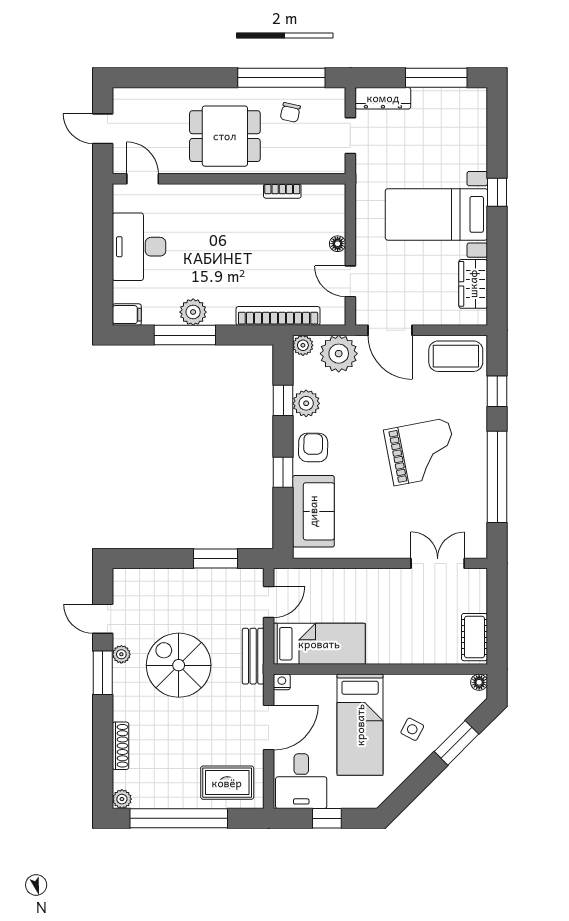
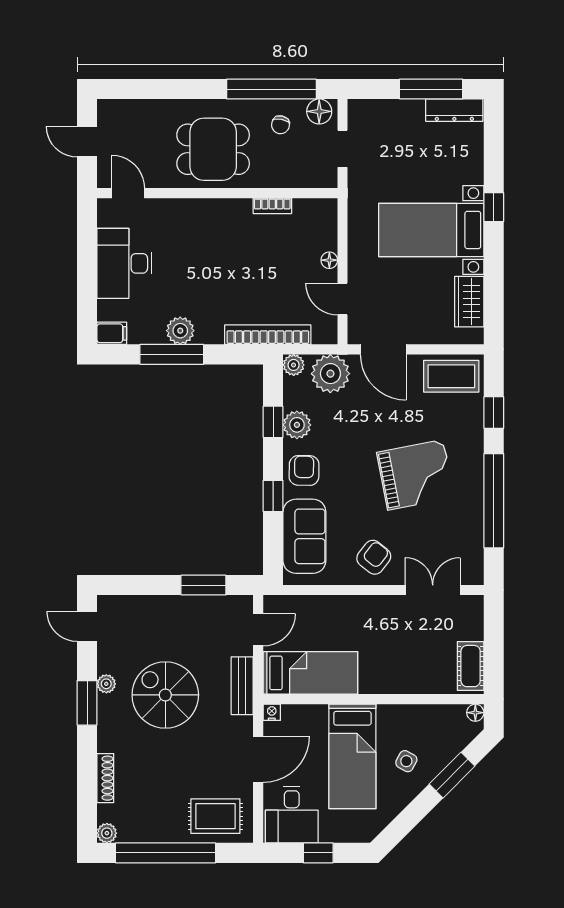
dresser: (383, 98) -> (454, 110), moved
floor lamp: (328, 100) -> (319, 111), added
armchair: (381, 532) -> (374, 557), added
door: (103, 619) -> (87, 626), moved

